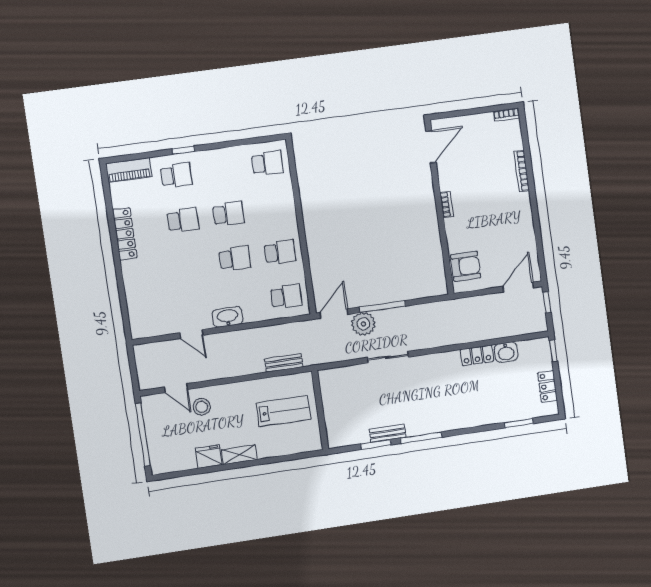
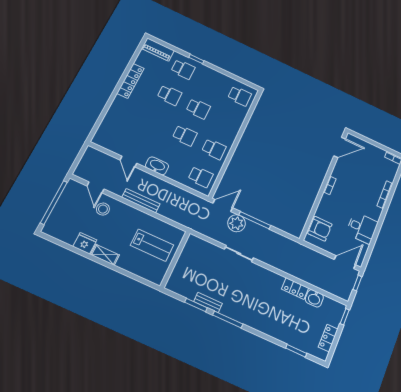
desk: (516, 232) -> (362, 228), added
bench: (284, 363) -> (141, 201), moved, width x1.36

